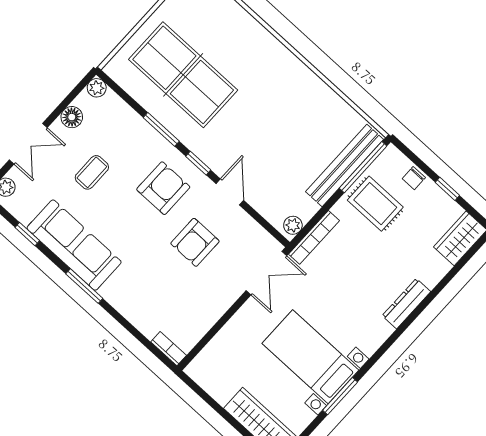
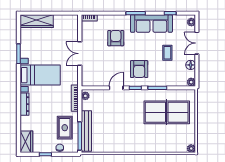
door: (230, 192) -> (116, 88), swing flipped
rug: (375, 204) -> (65, 128), turned 90
armchair: (195, 242) -> (116, 38), moved
double door: (266, 273) -> (80, 54), moved
bed with nightstands: (310, 357) -> (40, 75), moved

